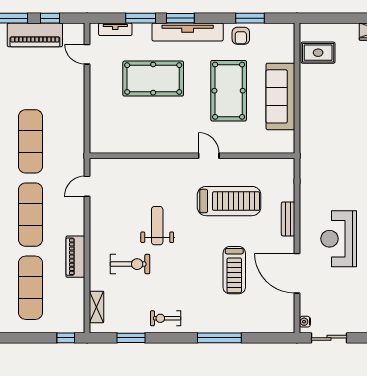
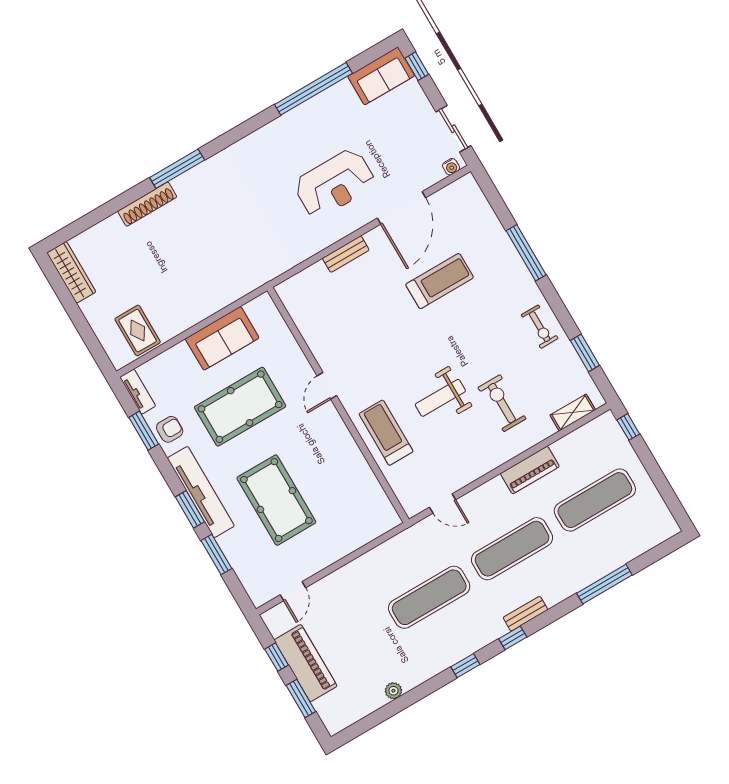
tv unit: (115, 29) -> (138, 392), moved
sofa: (280, 96) -> (222, 338), width x0.73
treadmill: (229, 201) -> (386, 433), moved, width x0.73, depth x0.73

